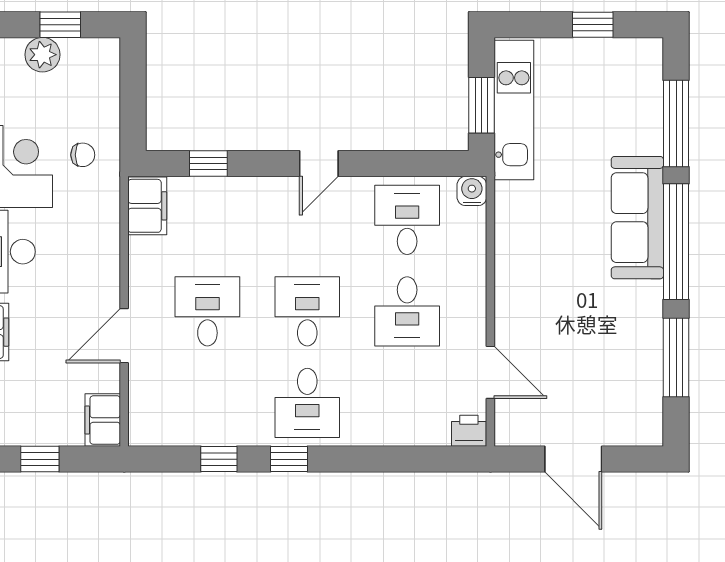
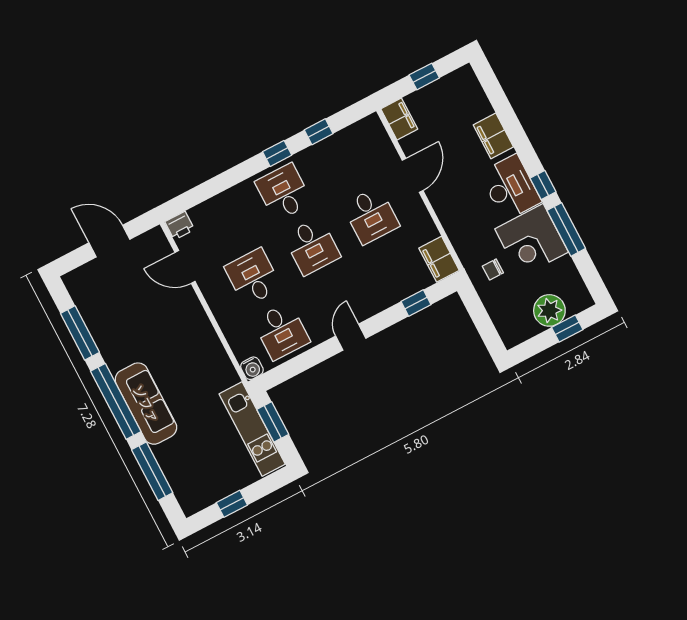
window: (60, 25) -> (567, 328), moved
plant: (42, 55) -> (549, 310), width x1.36, depth x1.36

